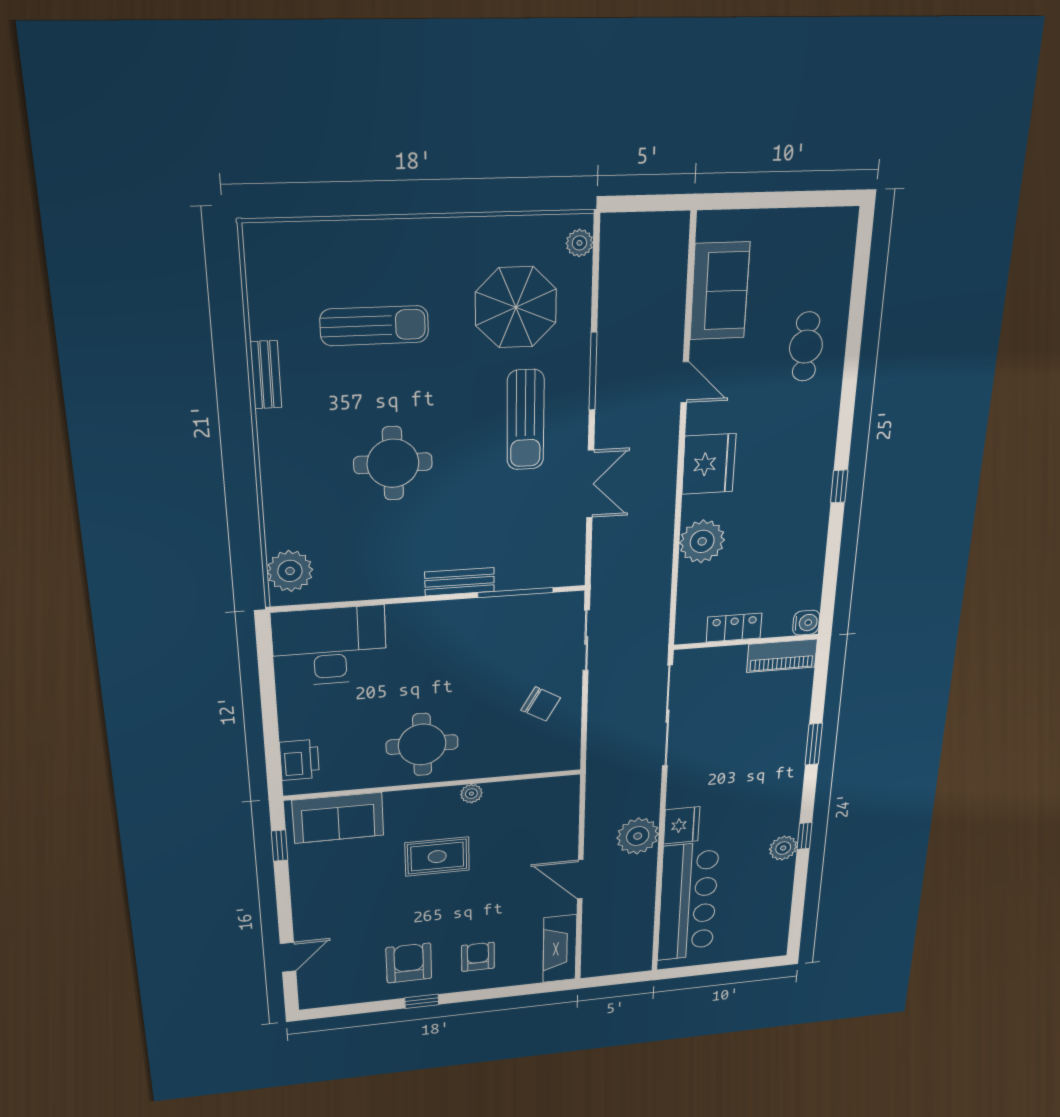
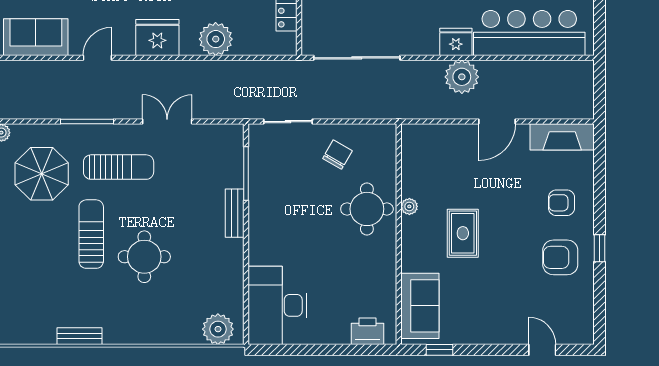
sun lounger: (374, 326) -> (91, 234), moved
round table: (422, 745) -> (367, 209), moved

